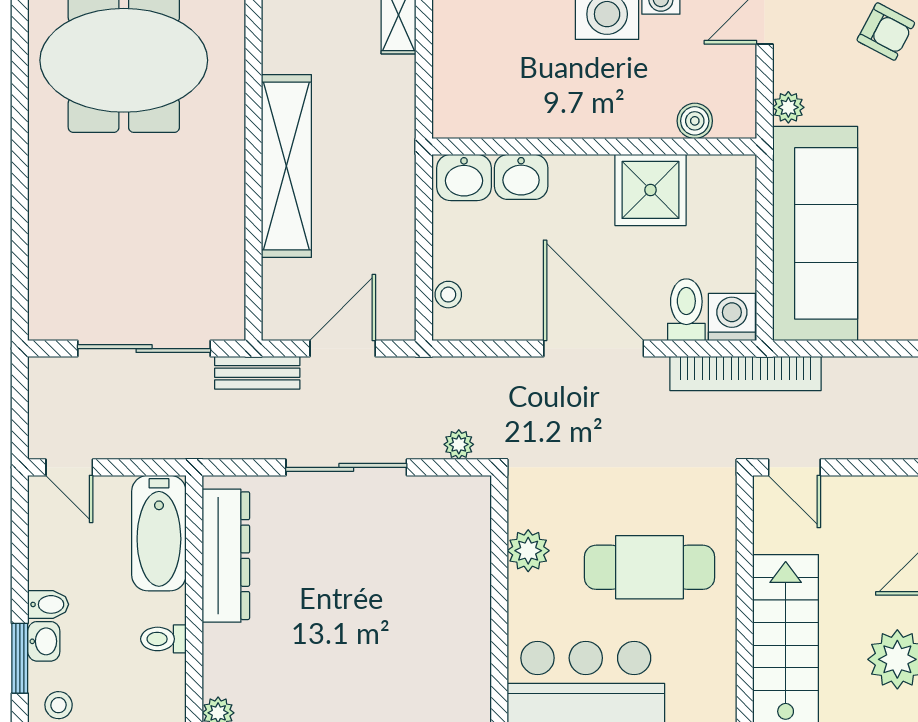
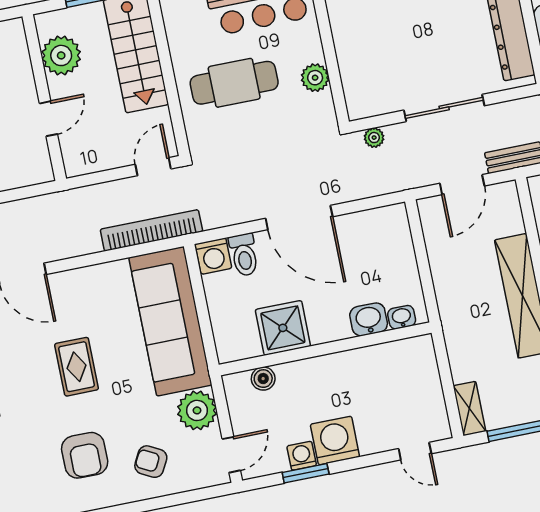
plant: (788, 107) -> (197, 410), width x1.88, depth x1.88
washbasin: (464, 177) -> (402, 317), width x0.72, depth x0.69
stool: (448, 295) -> (400, 234), removed
bookcase: (746, 374) -> (151, 230), moved
door: (794, 467) -> (153, 167), hinge flipped

